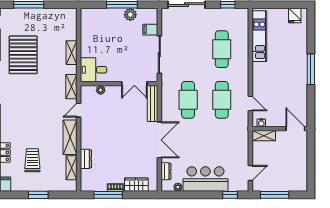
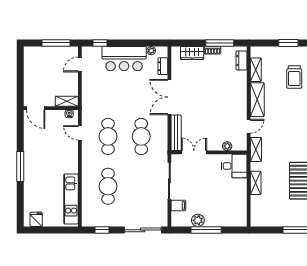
dresser: (86, 159) -> (242, 61), moved

